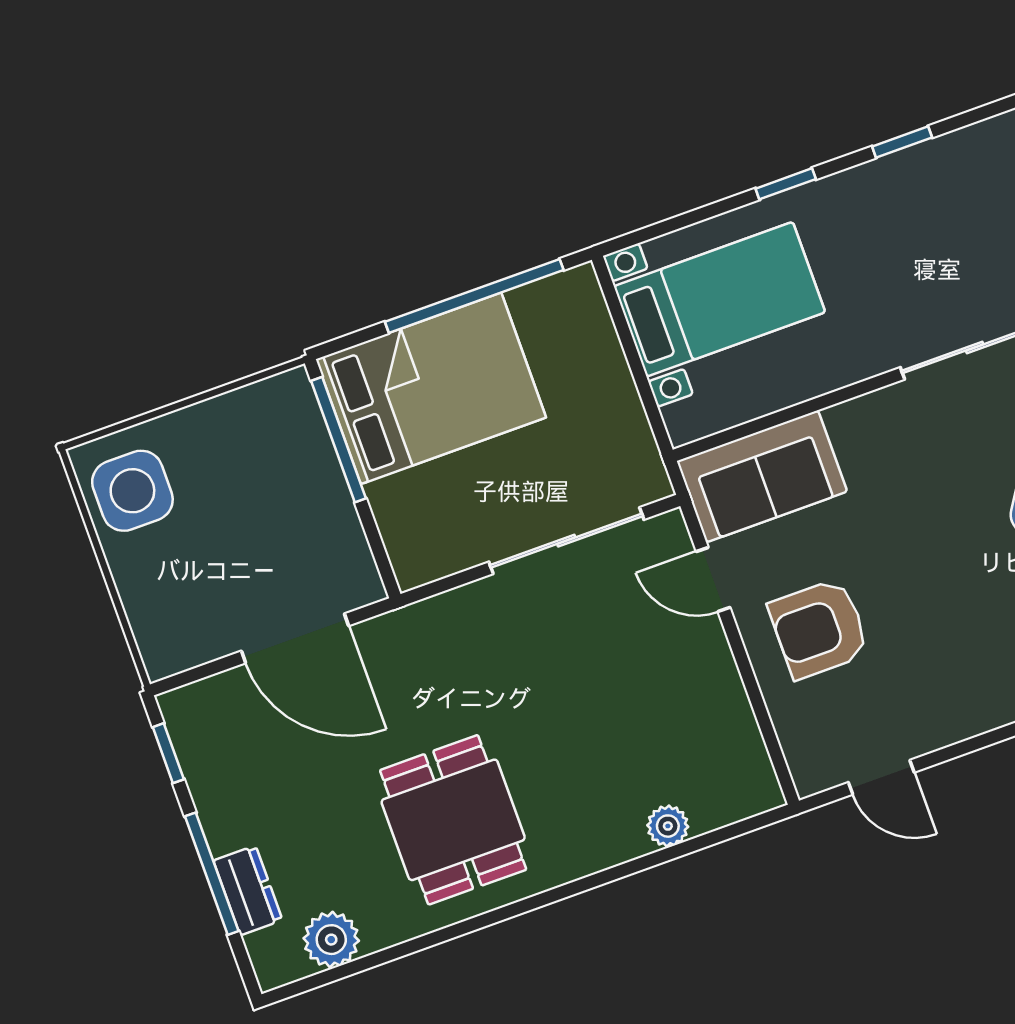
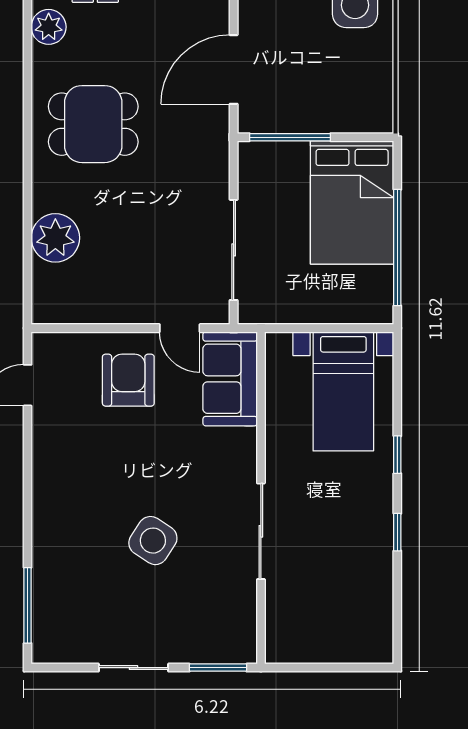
window: (339, 440) -> (290, 137), moved
door: (713, 579) -> (180, 328), swing flipped
plant: (668, 826) -> (55, 238), width x1.87, depth x1.87

